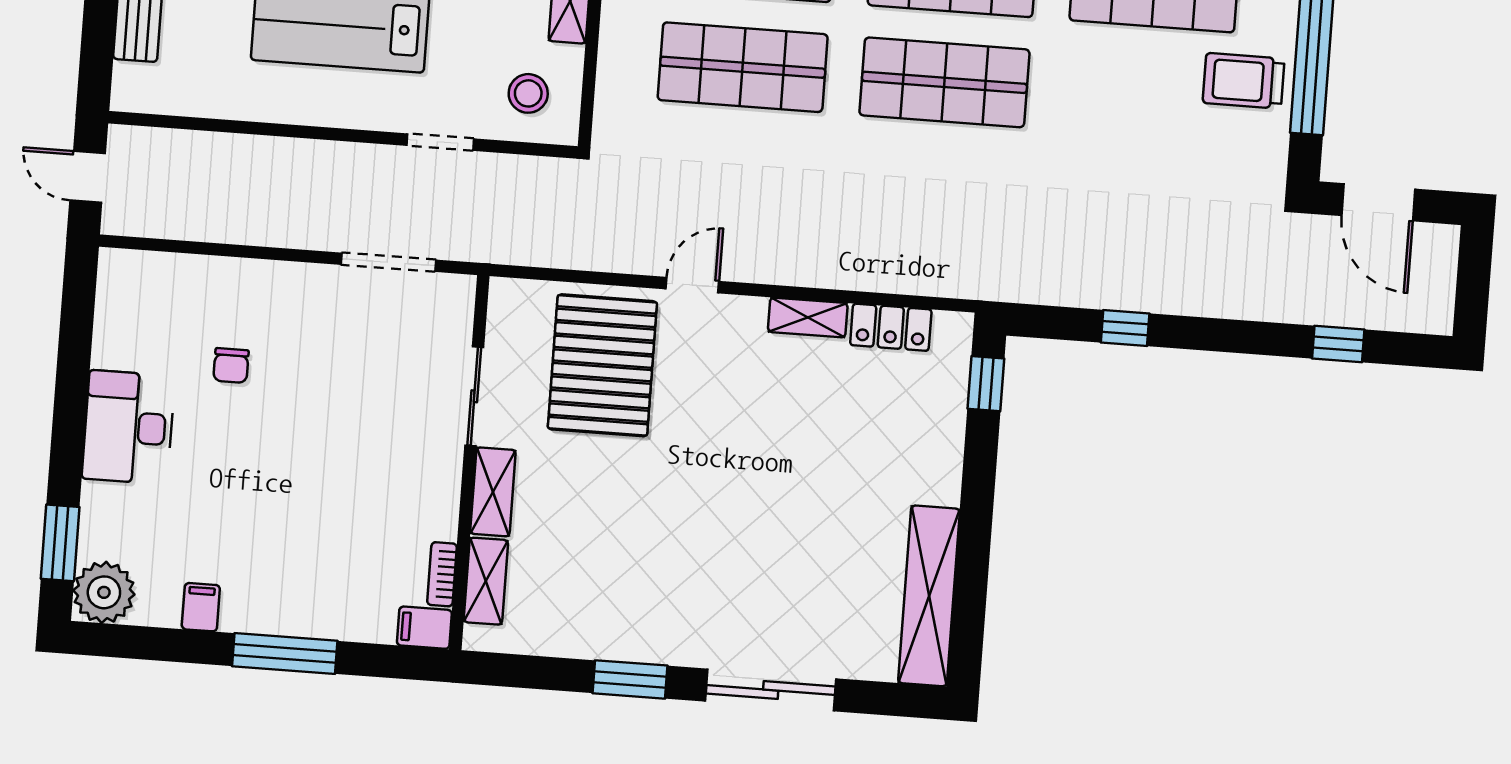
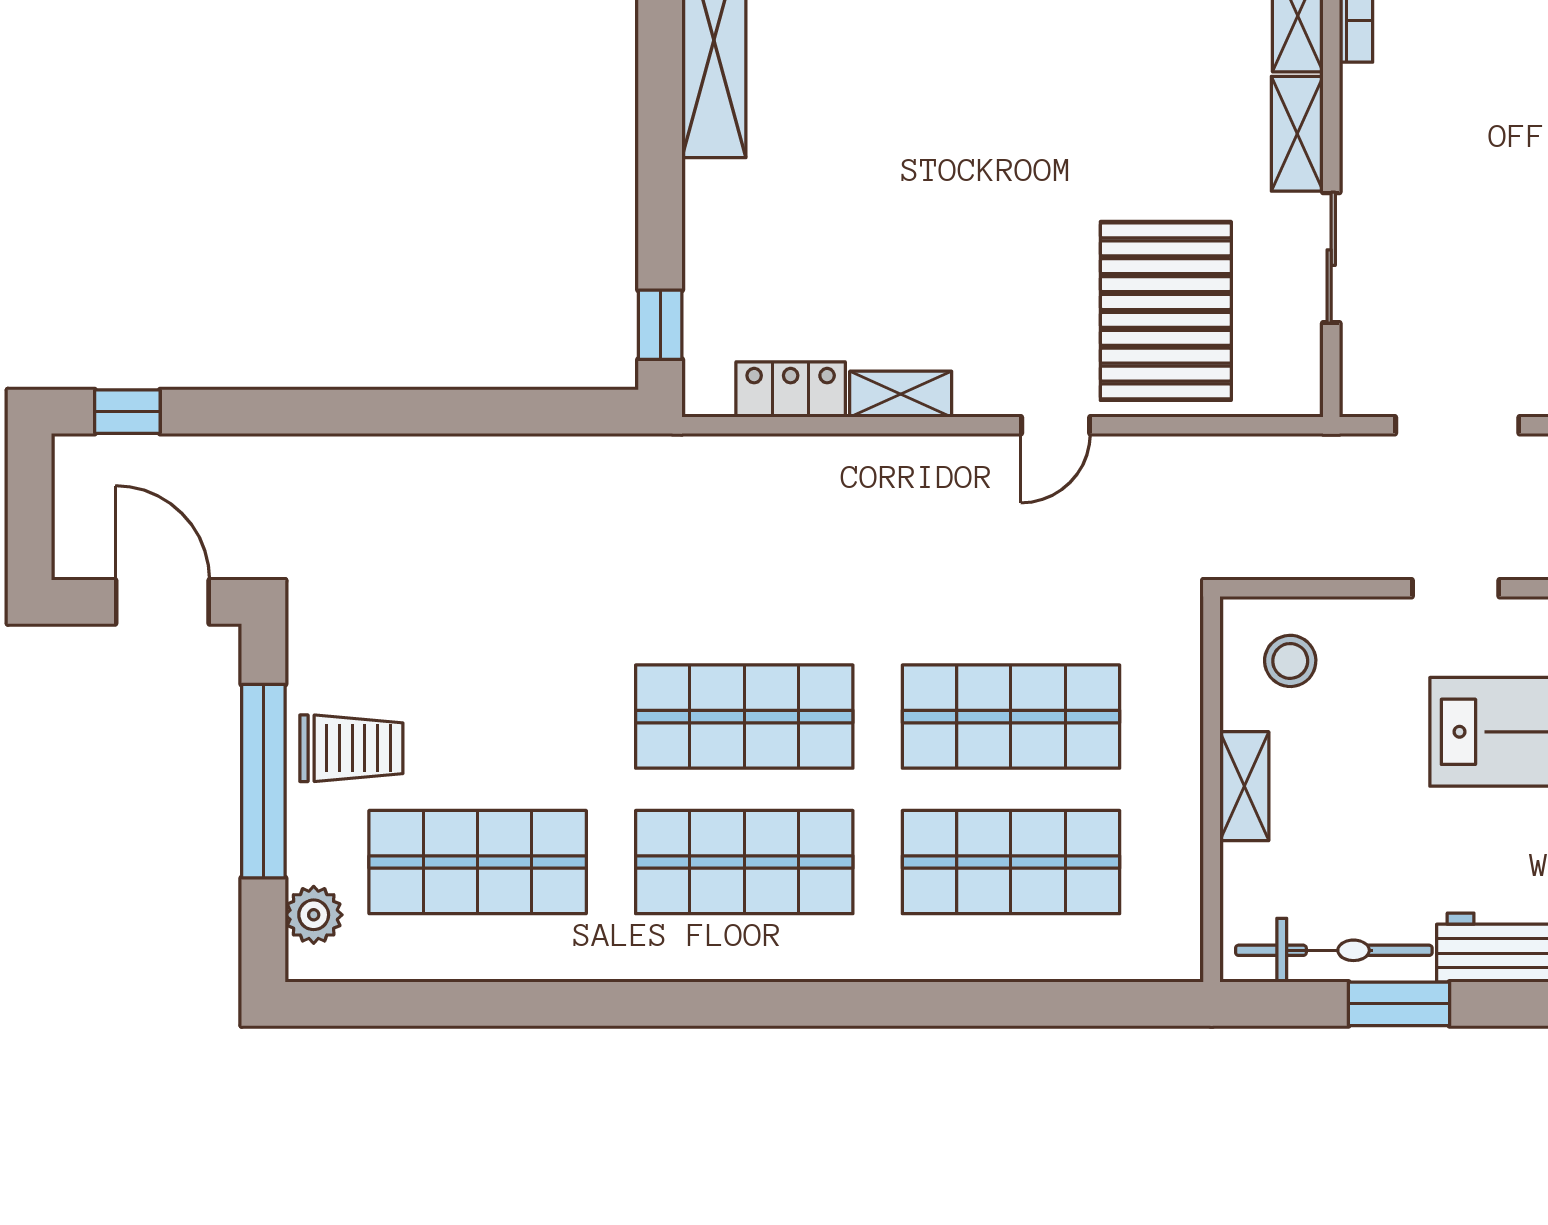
doorway: (440, 142) -> (1456, 588), moved
window: (1125, 328) -> (483, 412), removed
window: (1338, 344) -> (127, 412), moved

